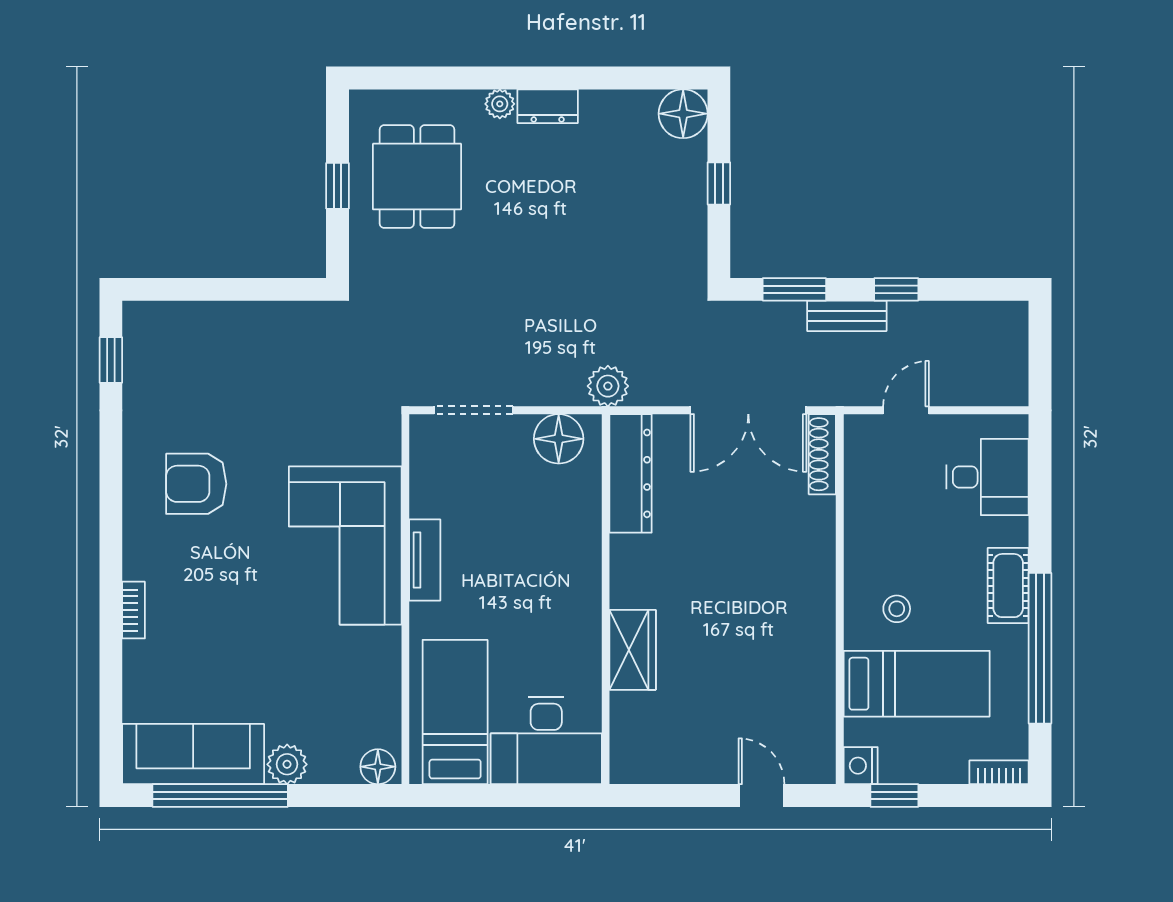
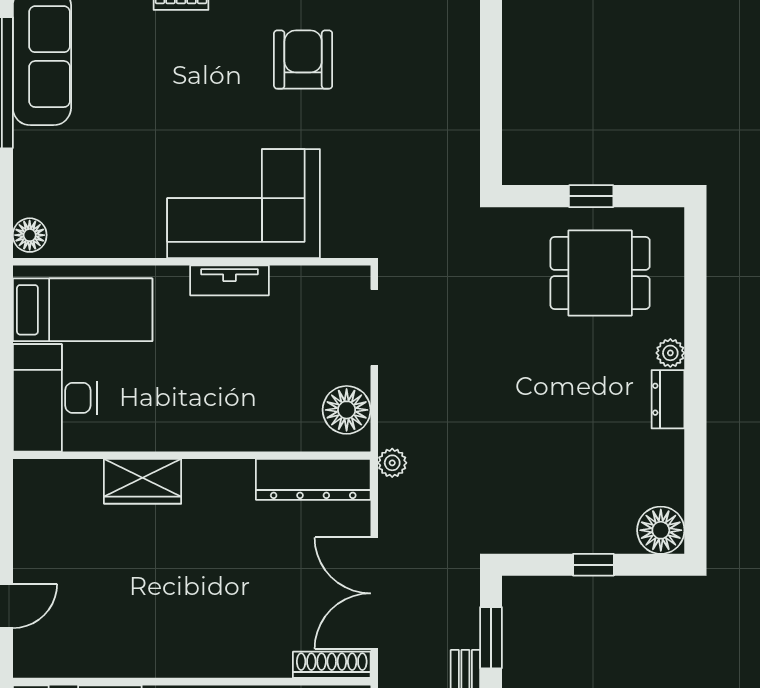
plant: (608, 386) -> (392, 463), width x0.73, depth x0.73
plant: (287, 764) -> (32, 147), removed

